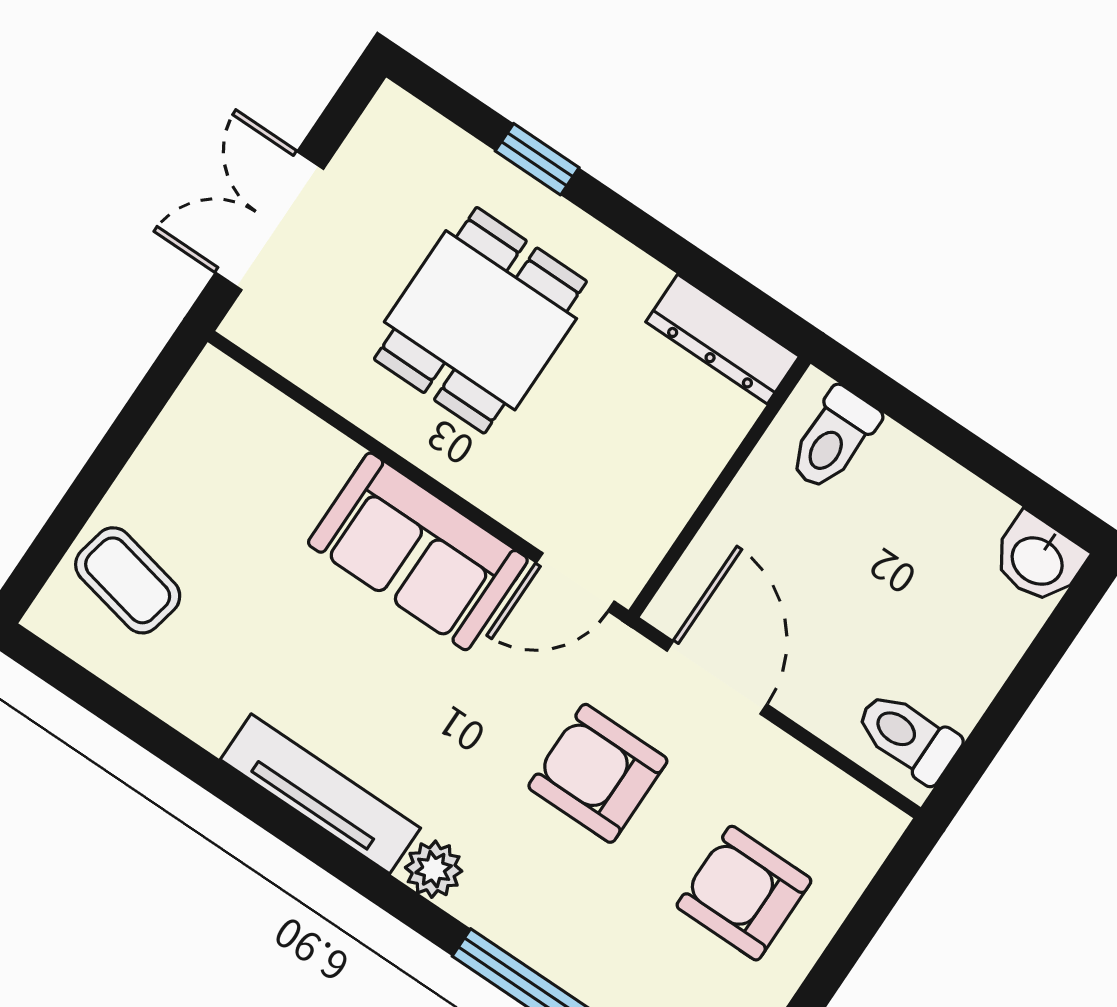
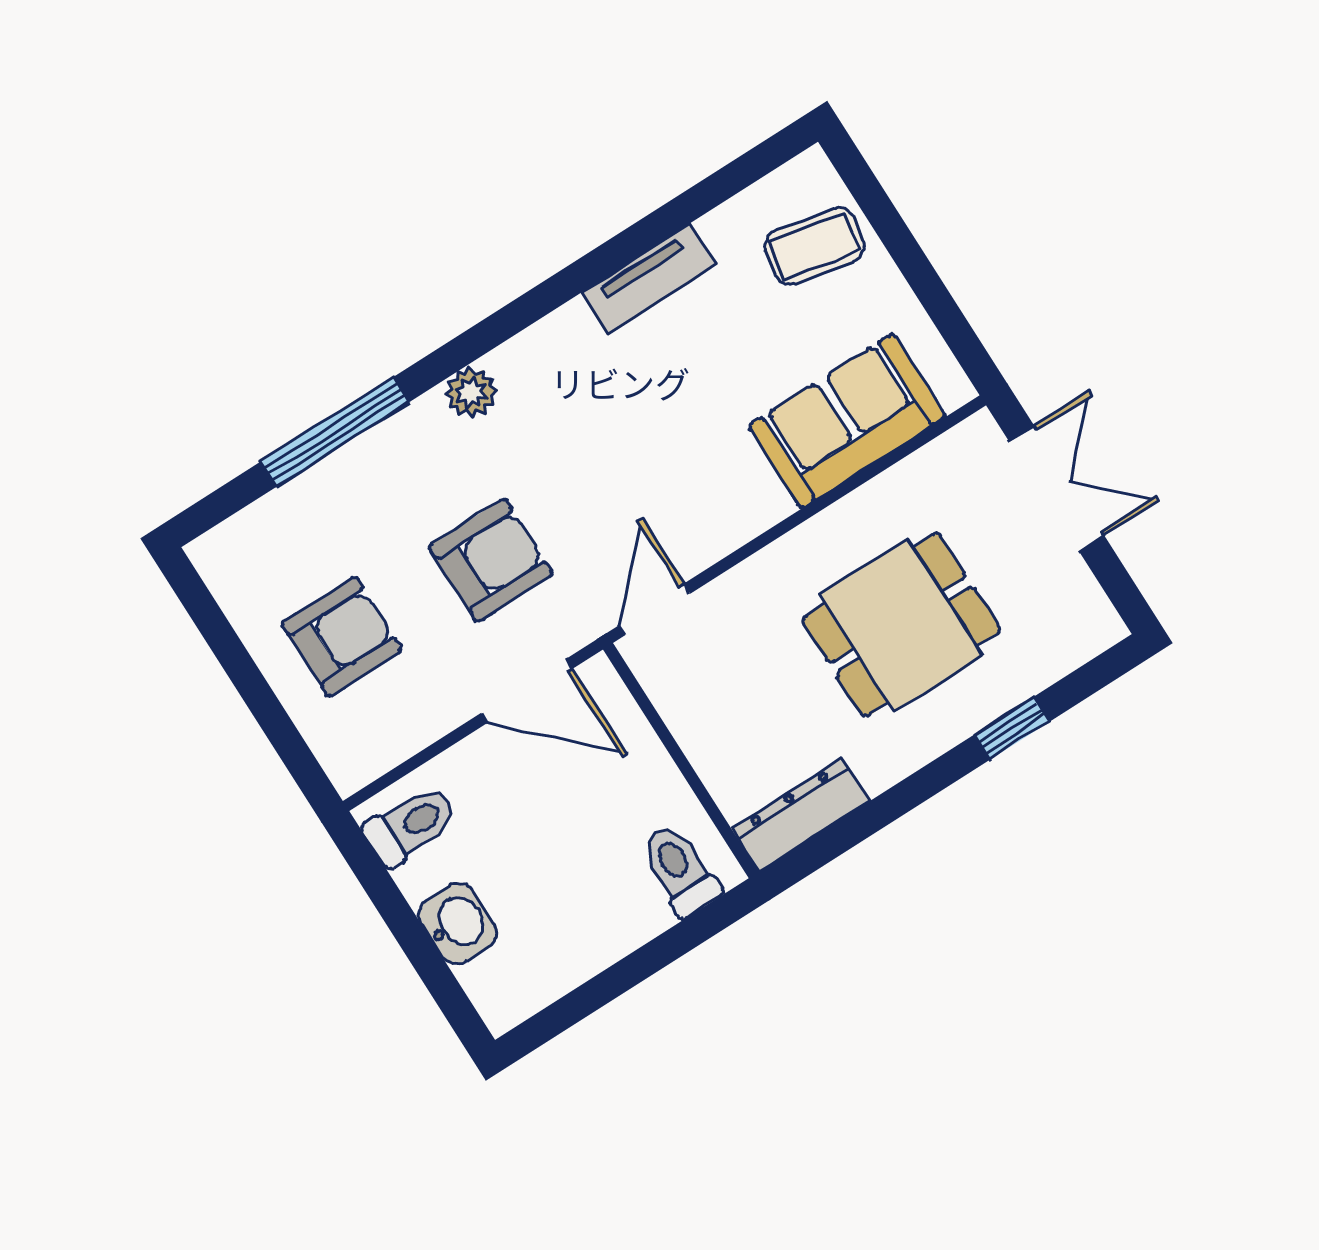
dining table: (480, 320) -> (901, 625), turned 90
sofa: (418, 551) -> (847, 421), moved
washbasin: (1038, 559) -> (458, 924), moved, turned 90
tv unit: (320, 794) -> (649, 278), moved, width x0.71

